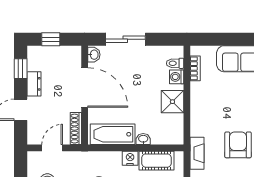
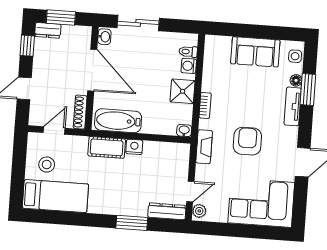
window: (51, 39) -> (61, 17), width x1.50
bookcase: (195, 68) -> (205, 105), moved
dresser: (34, 84) -> (48, 30), moved, turned 90
washbasin: (143, 139) -> (184, 131), moved
cot: (156, 161) -> (107, 147), moved

